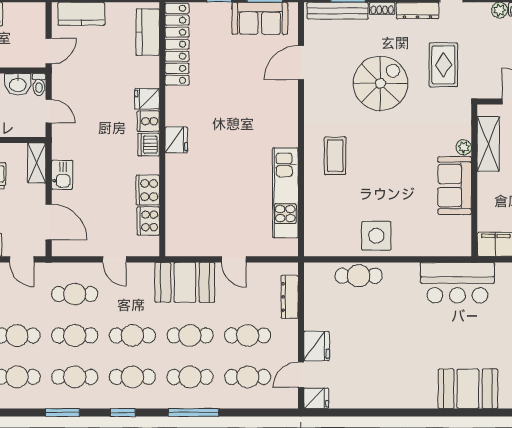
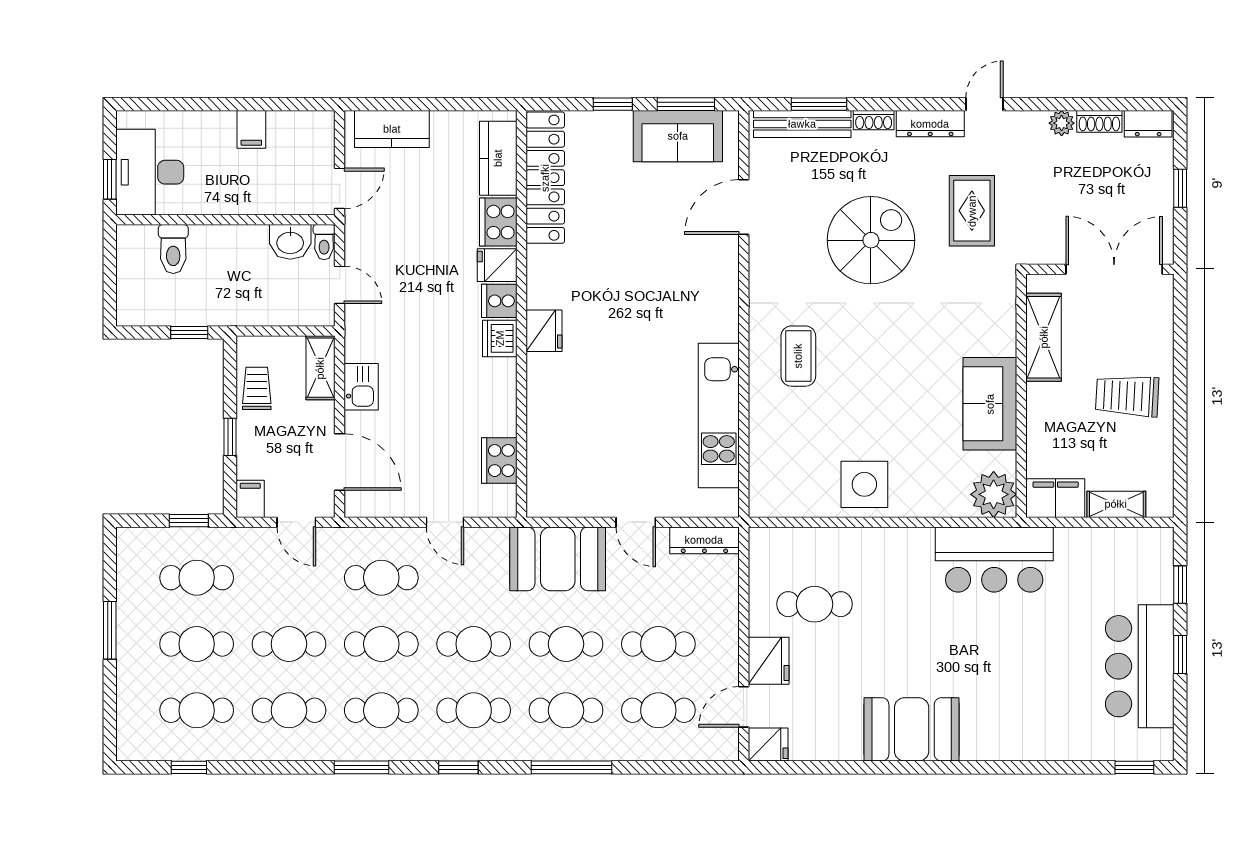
plant: (464, 147) -> (994, 494), moved, width x1.87, depth x1.87
cooker: (148, 190) -> (498, 222), moved
cafe table: (359, 276) -> (814, 604), moved
dresser: (290, 297) -> (704, 540), moved, turned -90
booth: (468, 389) -> (912, 729), moved

